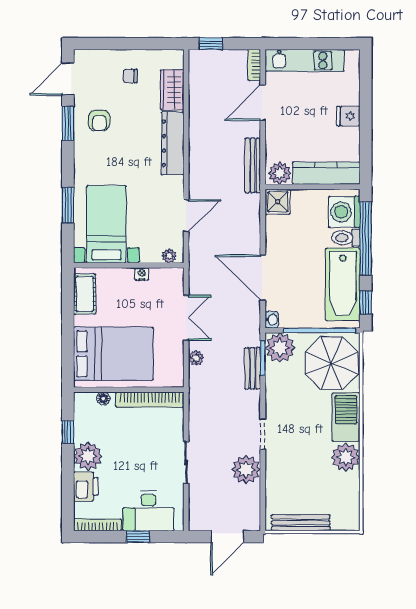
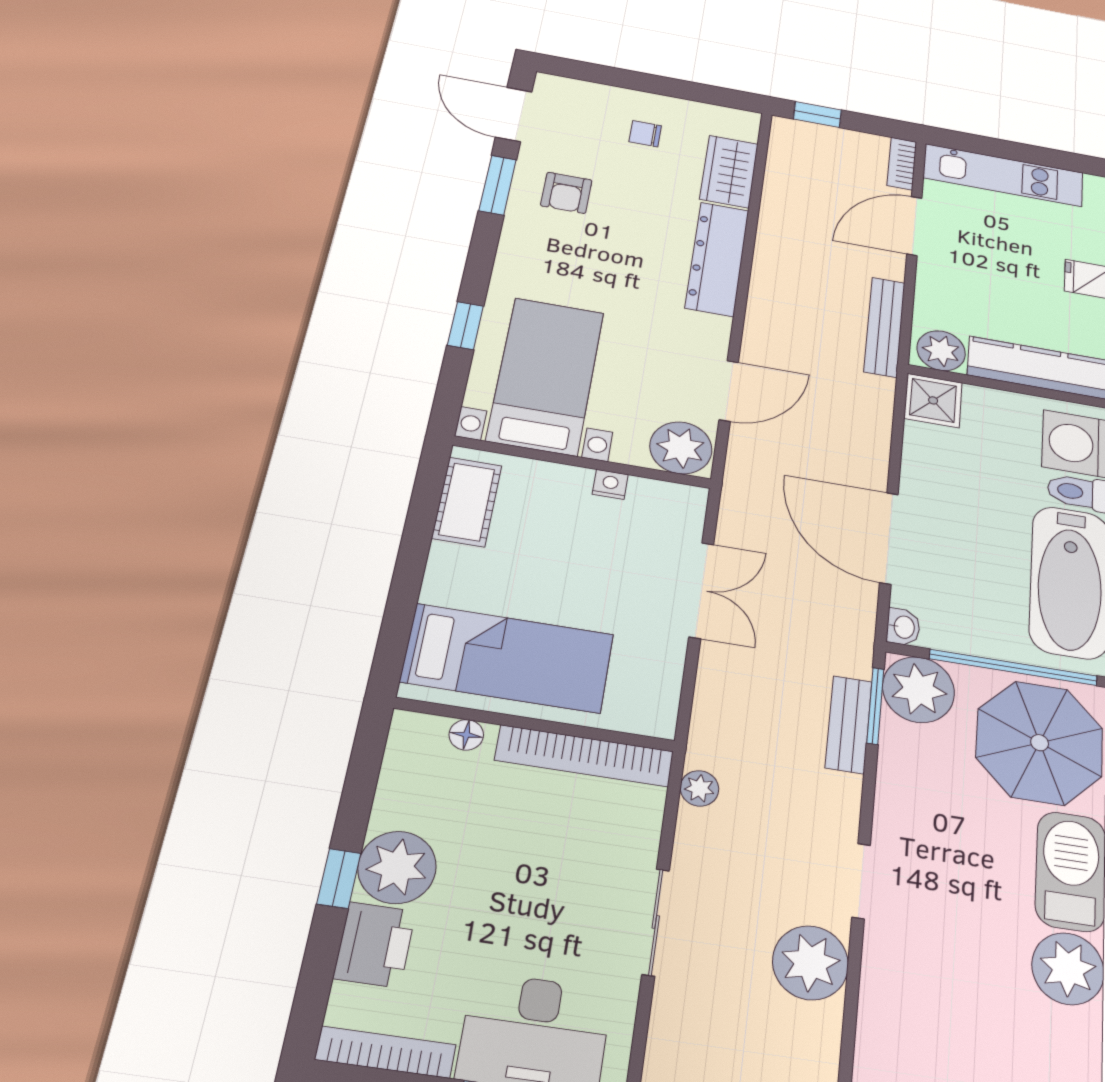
door: (68, 79) -> (514, 114), hinge flipped
window: (68, 205) -> (465, 326), width x0.67
plant: (169, 256) -> (681, 448), width x1.88, depth x1.88
bed: (113, 354) -> (508, 658), width x0.67
plant: (196, 358) -> (699, 788), moved
window: (68, 432) -> (339, 878), moved

